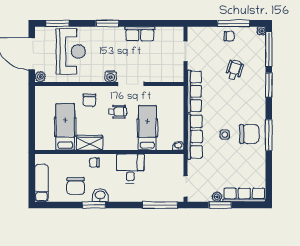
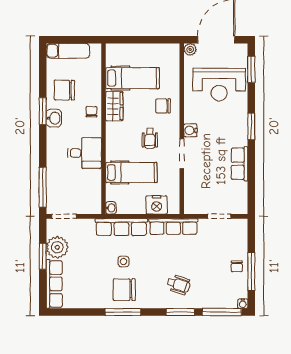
wheelchair: (234, 70) -> (178, 285), moved
nightstand: (176, 106) -> (157, 205), added
chair: (249, 134) -> (124, 290), turned 90
plant: (217, 197) -> (57, 247), width x1.87, depth x1.87

